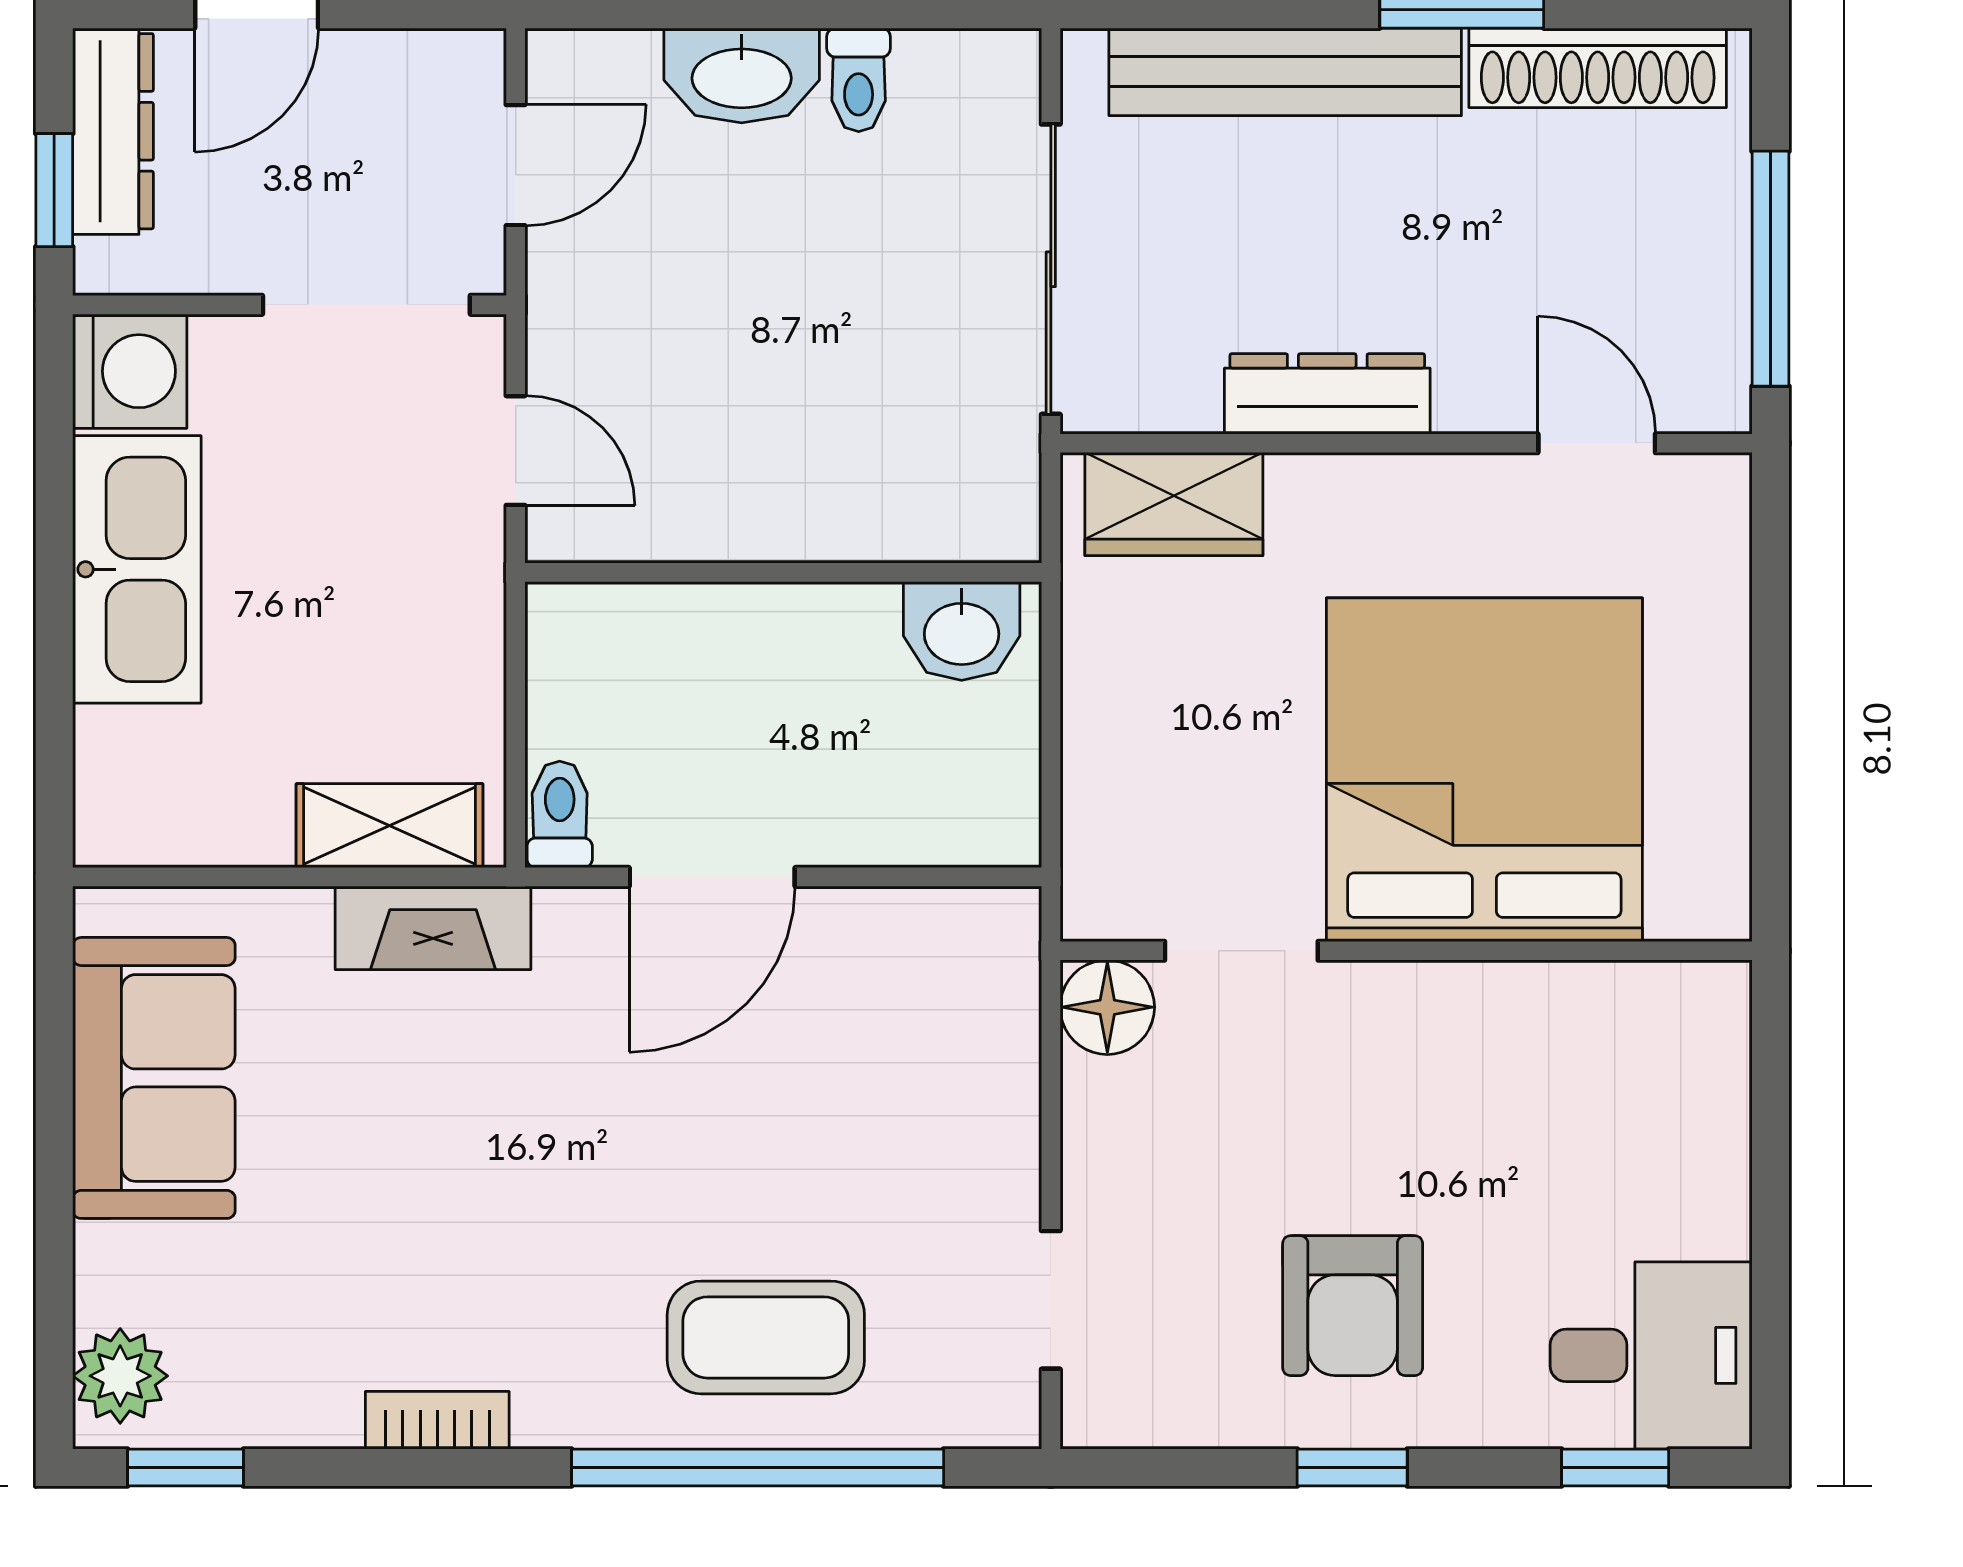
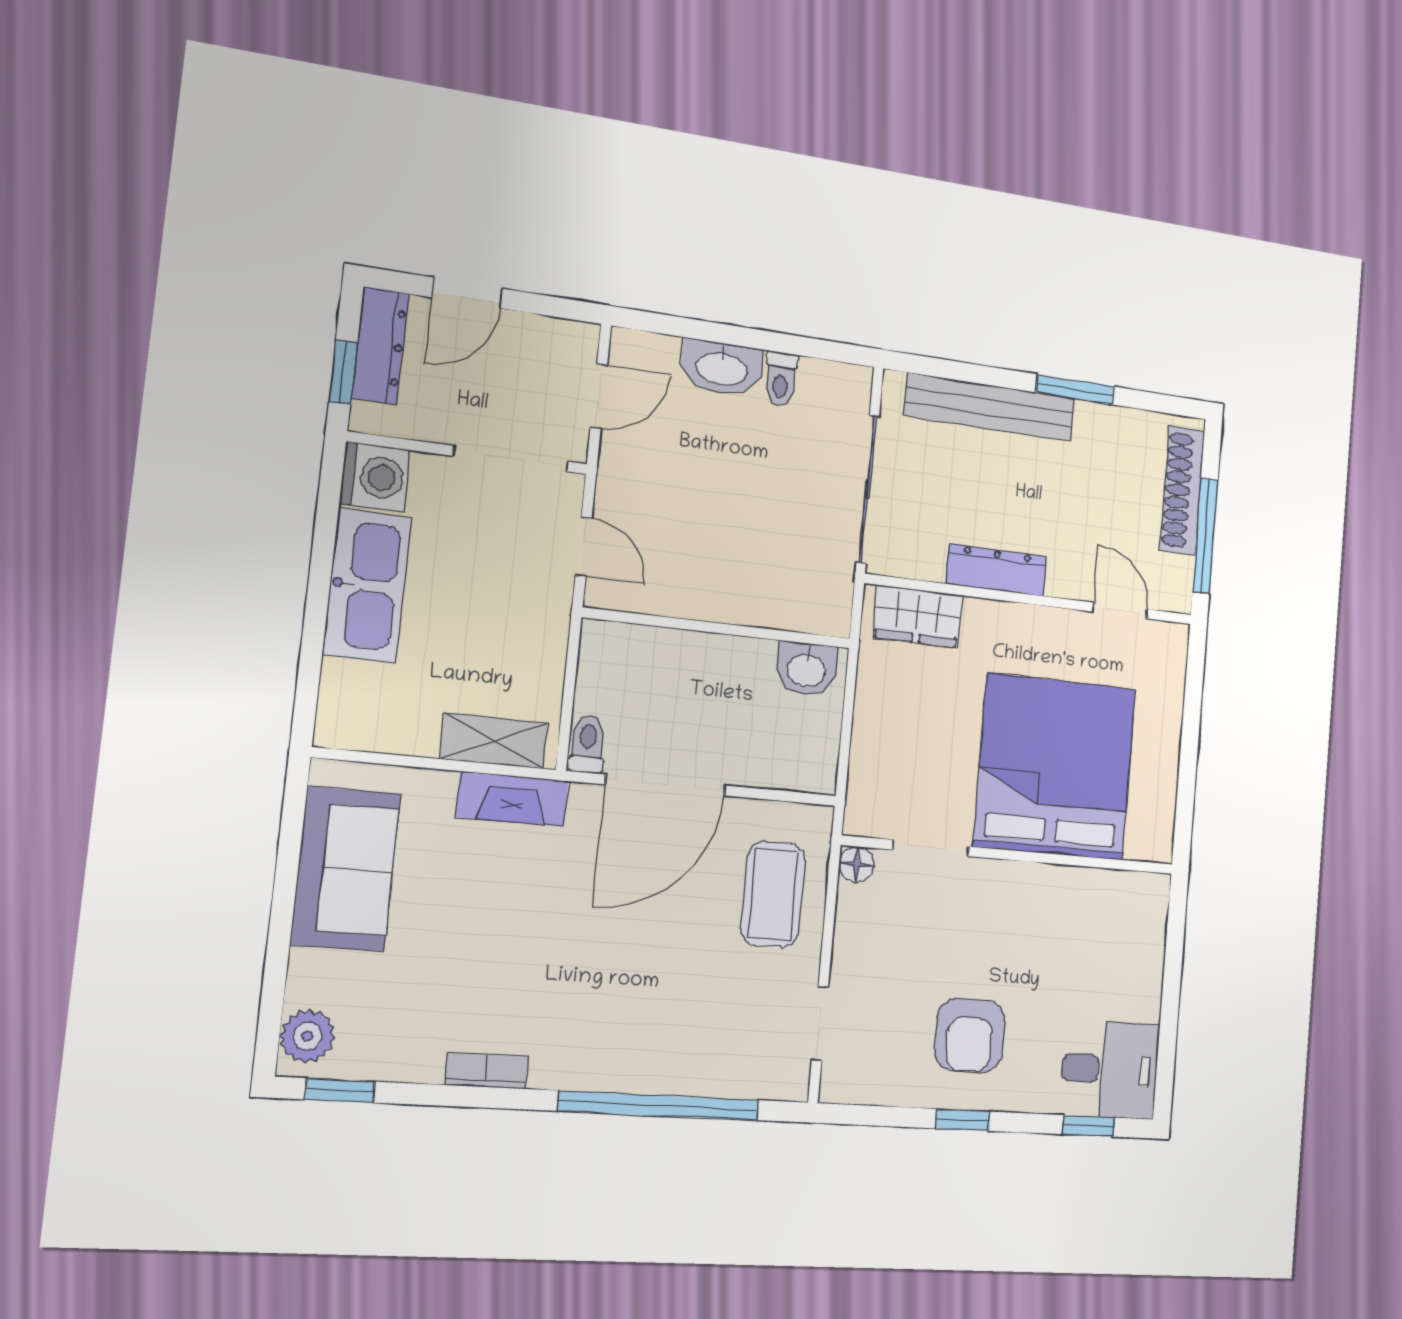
shoe rack: (1598, 68) -> (1182, 490), moved, turned 90
door: (712, 877) -> (666, 785), width x1.36
floor lamp: (1107, 1007) -> (856, 864), width x0.73, depth x0.73
coffee table: (766, 1337) -> (773, 895), moved, turned 90

